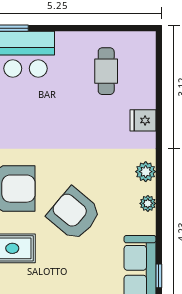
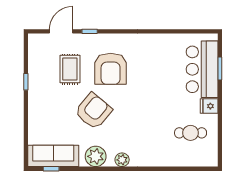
fridge: (143, 120) -> (209, 106), moved, turned -90
plant: (148, 203) -> (96, 156), width x1.88, depth x1.88

